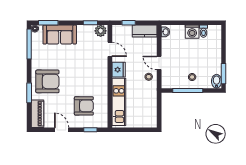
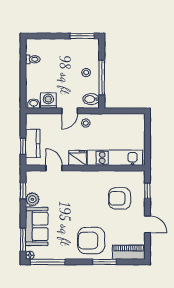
plant: (101, 31) -> (32, 199), moved
kitchen counter: (145, 31) -> (33, 143), moved
washing machine: (192, 32) -> (48, 101), moved, turned -90
door: (110, 49) -> (54, 168), hinge flipped
armchair: (47, 81) -> (91, 241), turned -90
bidet: (217, 81) -> (91, 99), moved
armchair: (84, 106) -> (120, 198), turned -90
door: (62, 130) -> (147, 224), swing flipped

